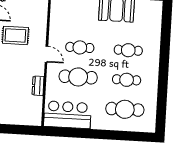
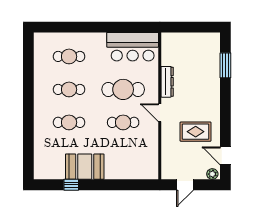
dresser: (38, 86) -> (167, 82), width x1.44
cafe table: (125, 109) -> (69, 56), width x0.73, depth x0.74

